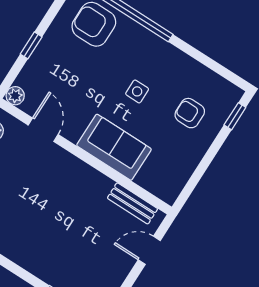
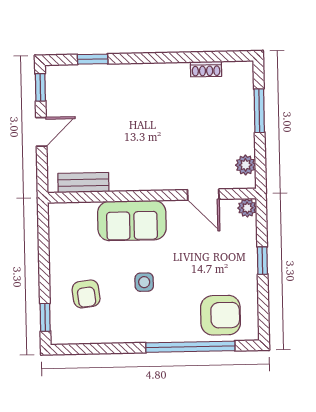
armchair: (190, 113) -> (86, 294), turned 83
door: (149, 250) -> (41, 132), moved

